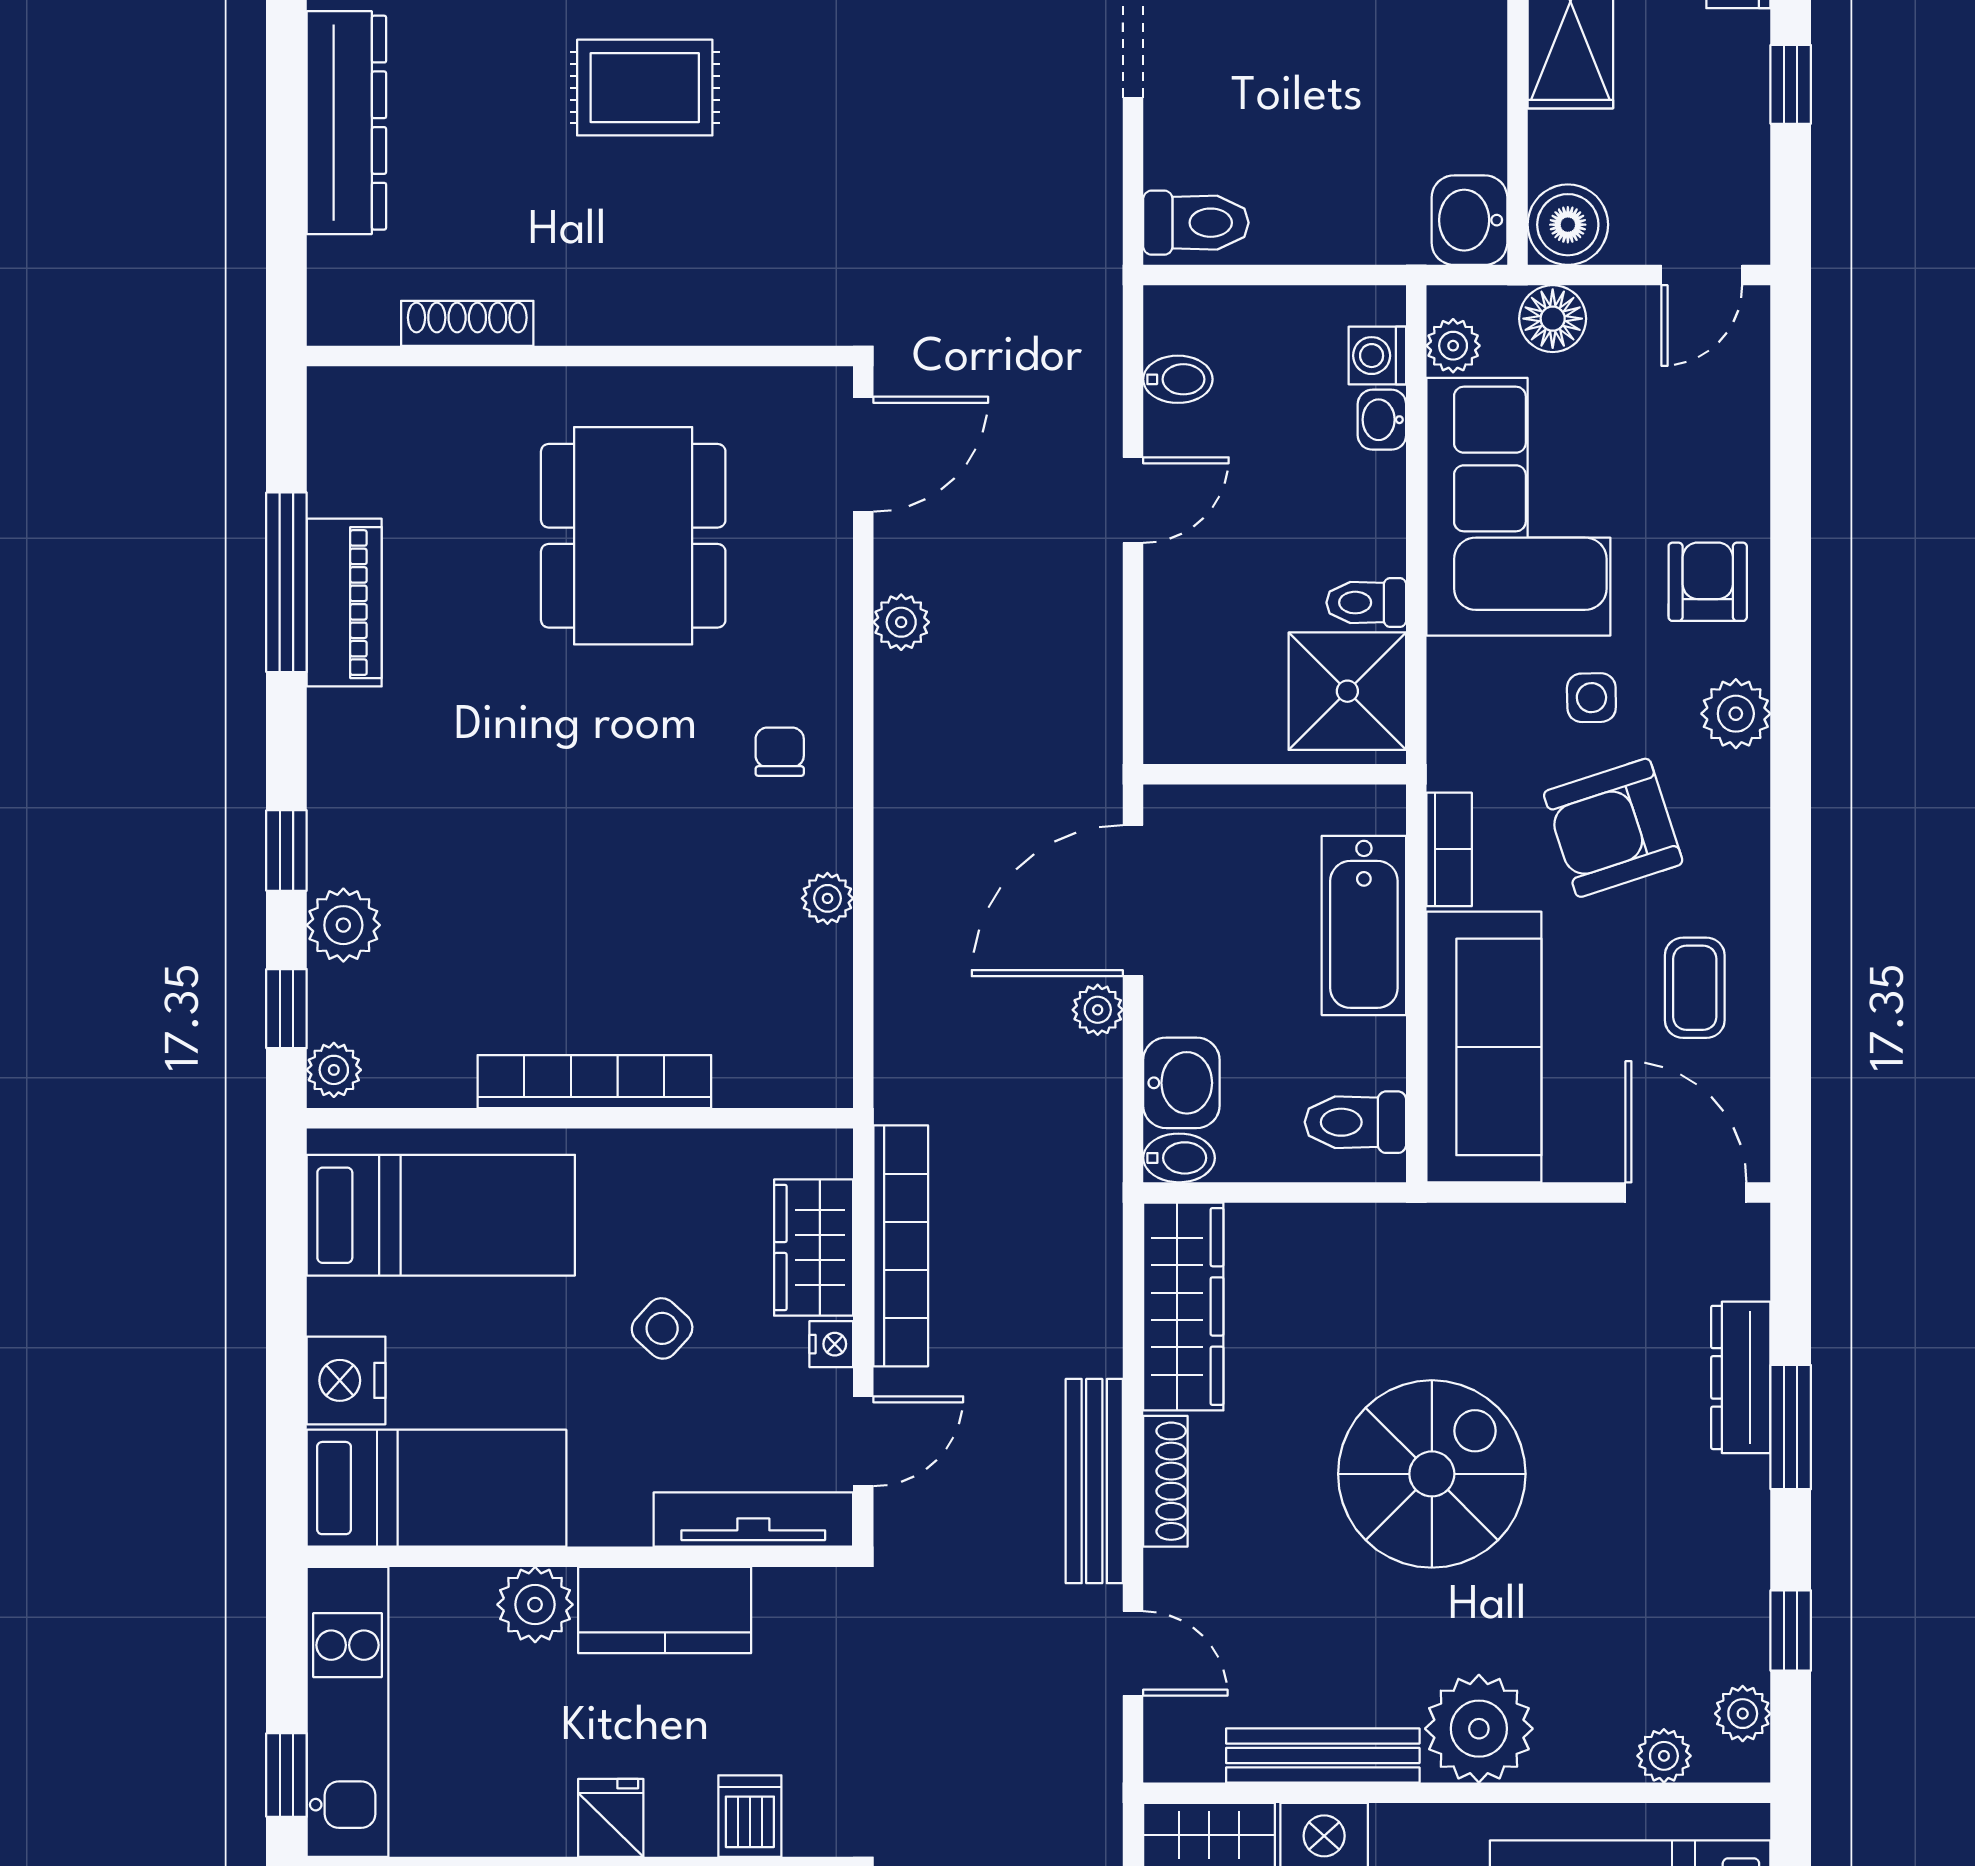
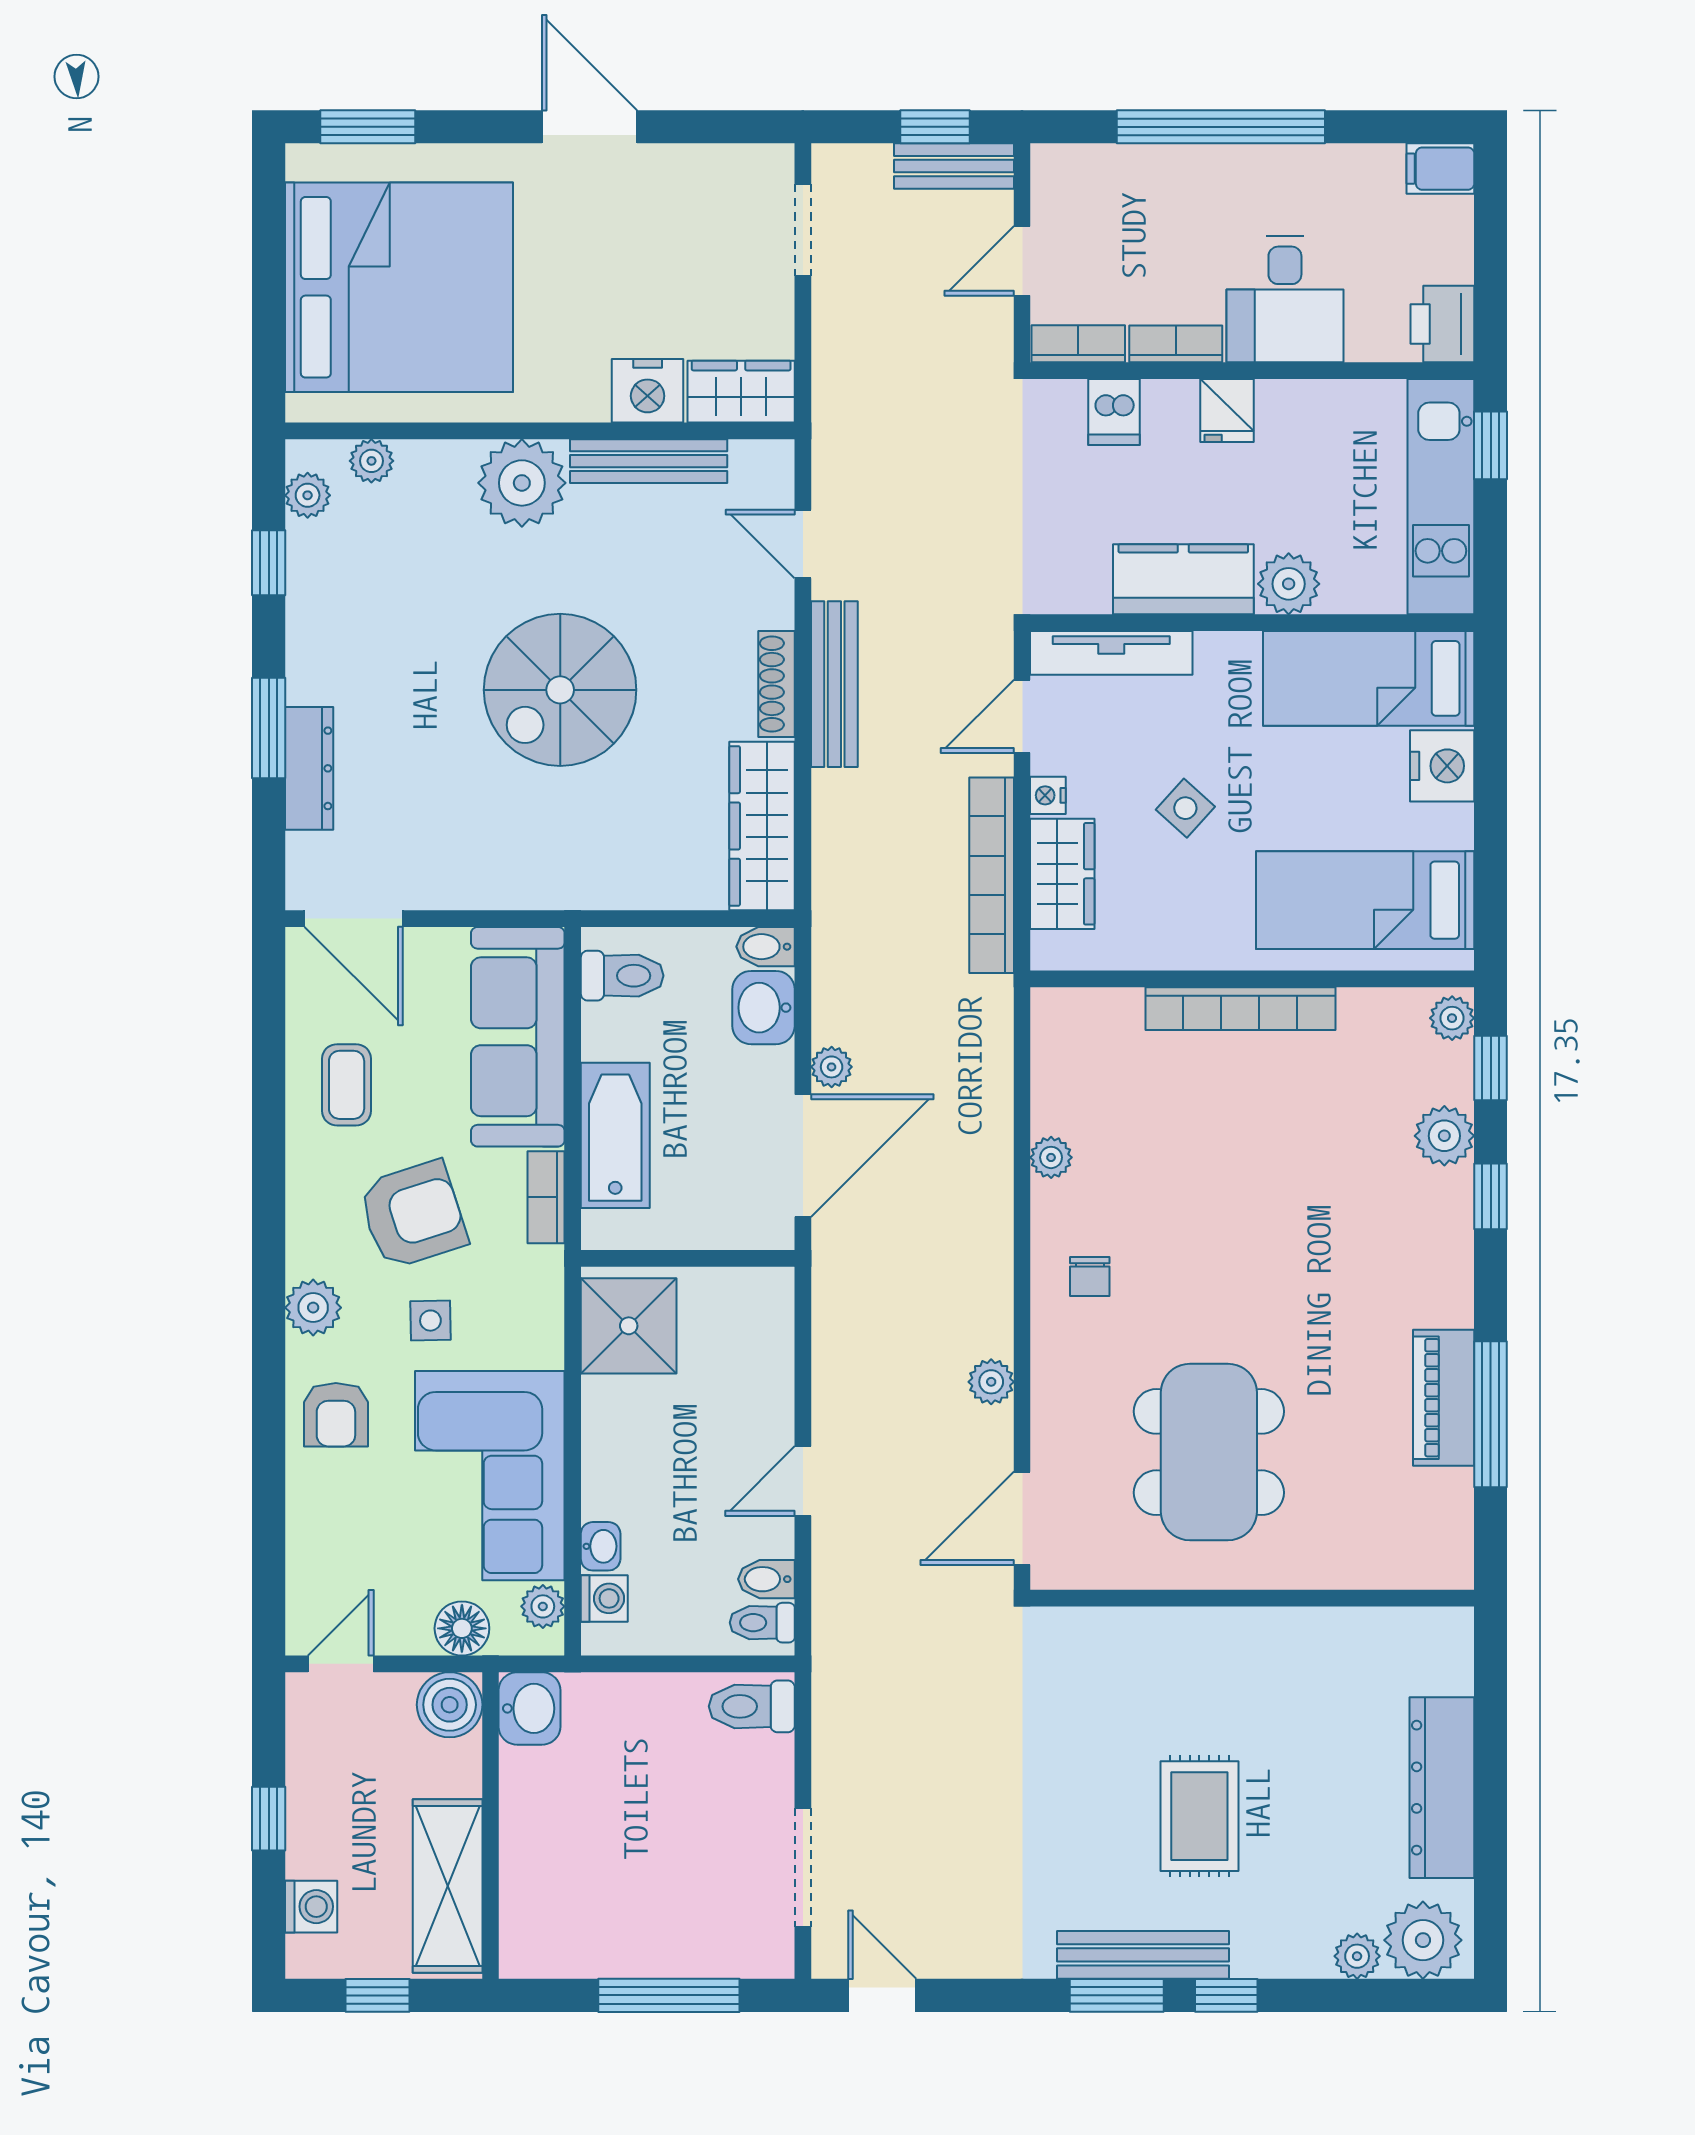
rug: (645, 88) -> (1199, 1816), turned 90
shoe rack: (467, 323) -> (1344, 1625), removed
toilet: (1366, 603) -> (762, 1623), moved, turned 180

